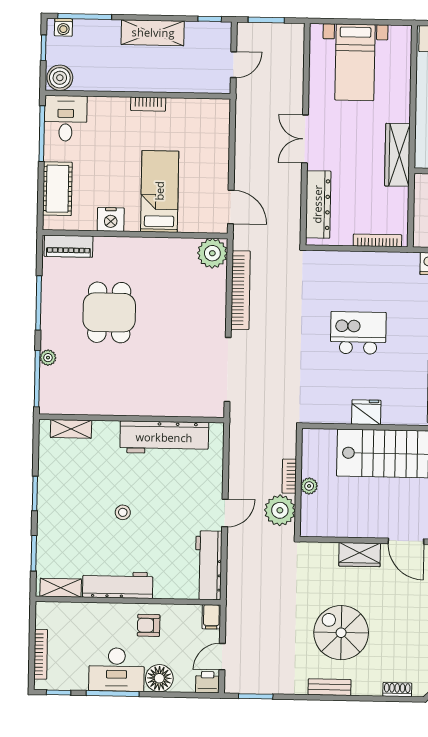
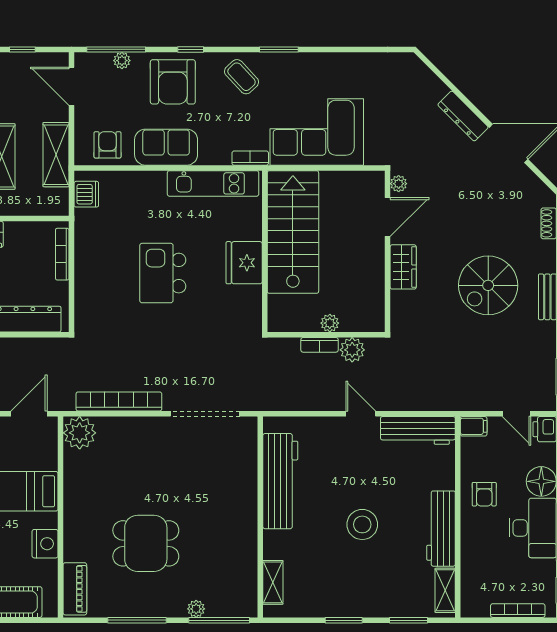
fridge: (366, 412) -> (244, 263), width x1.36, depth x1.34
plant: (280, 510) -> (352, 350), width x0.73, depth x0.73
stool: (123, 512) -> (362, 524), width x1.89, depth x1.89

